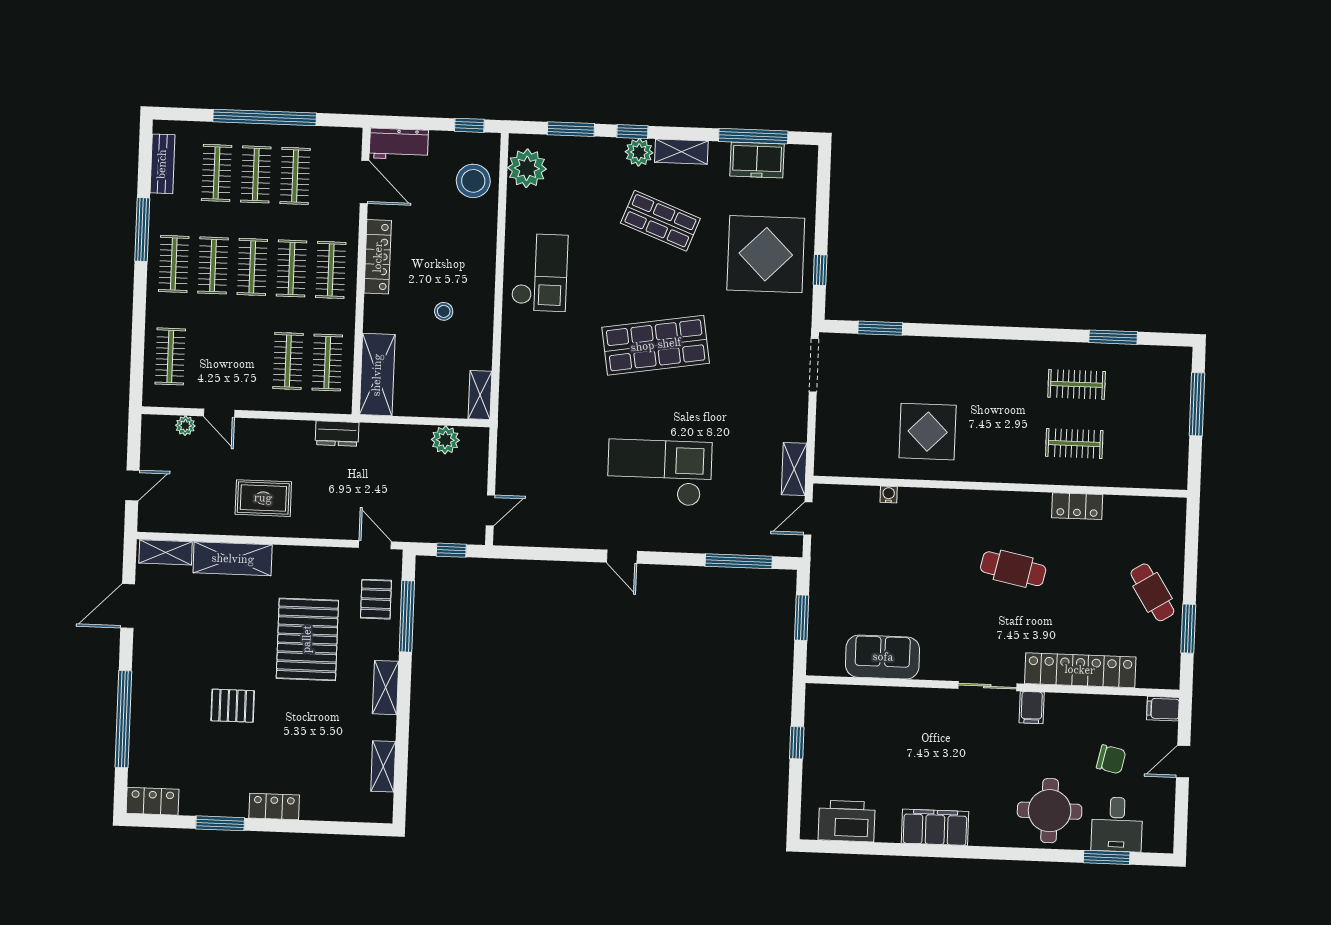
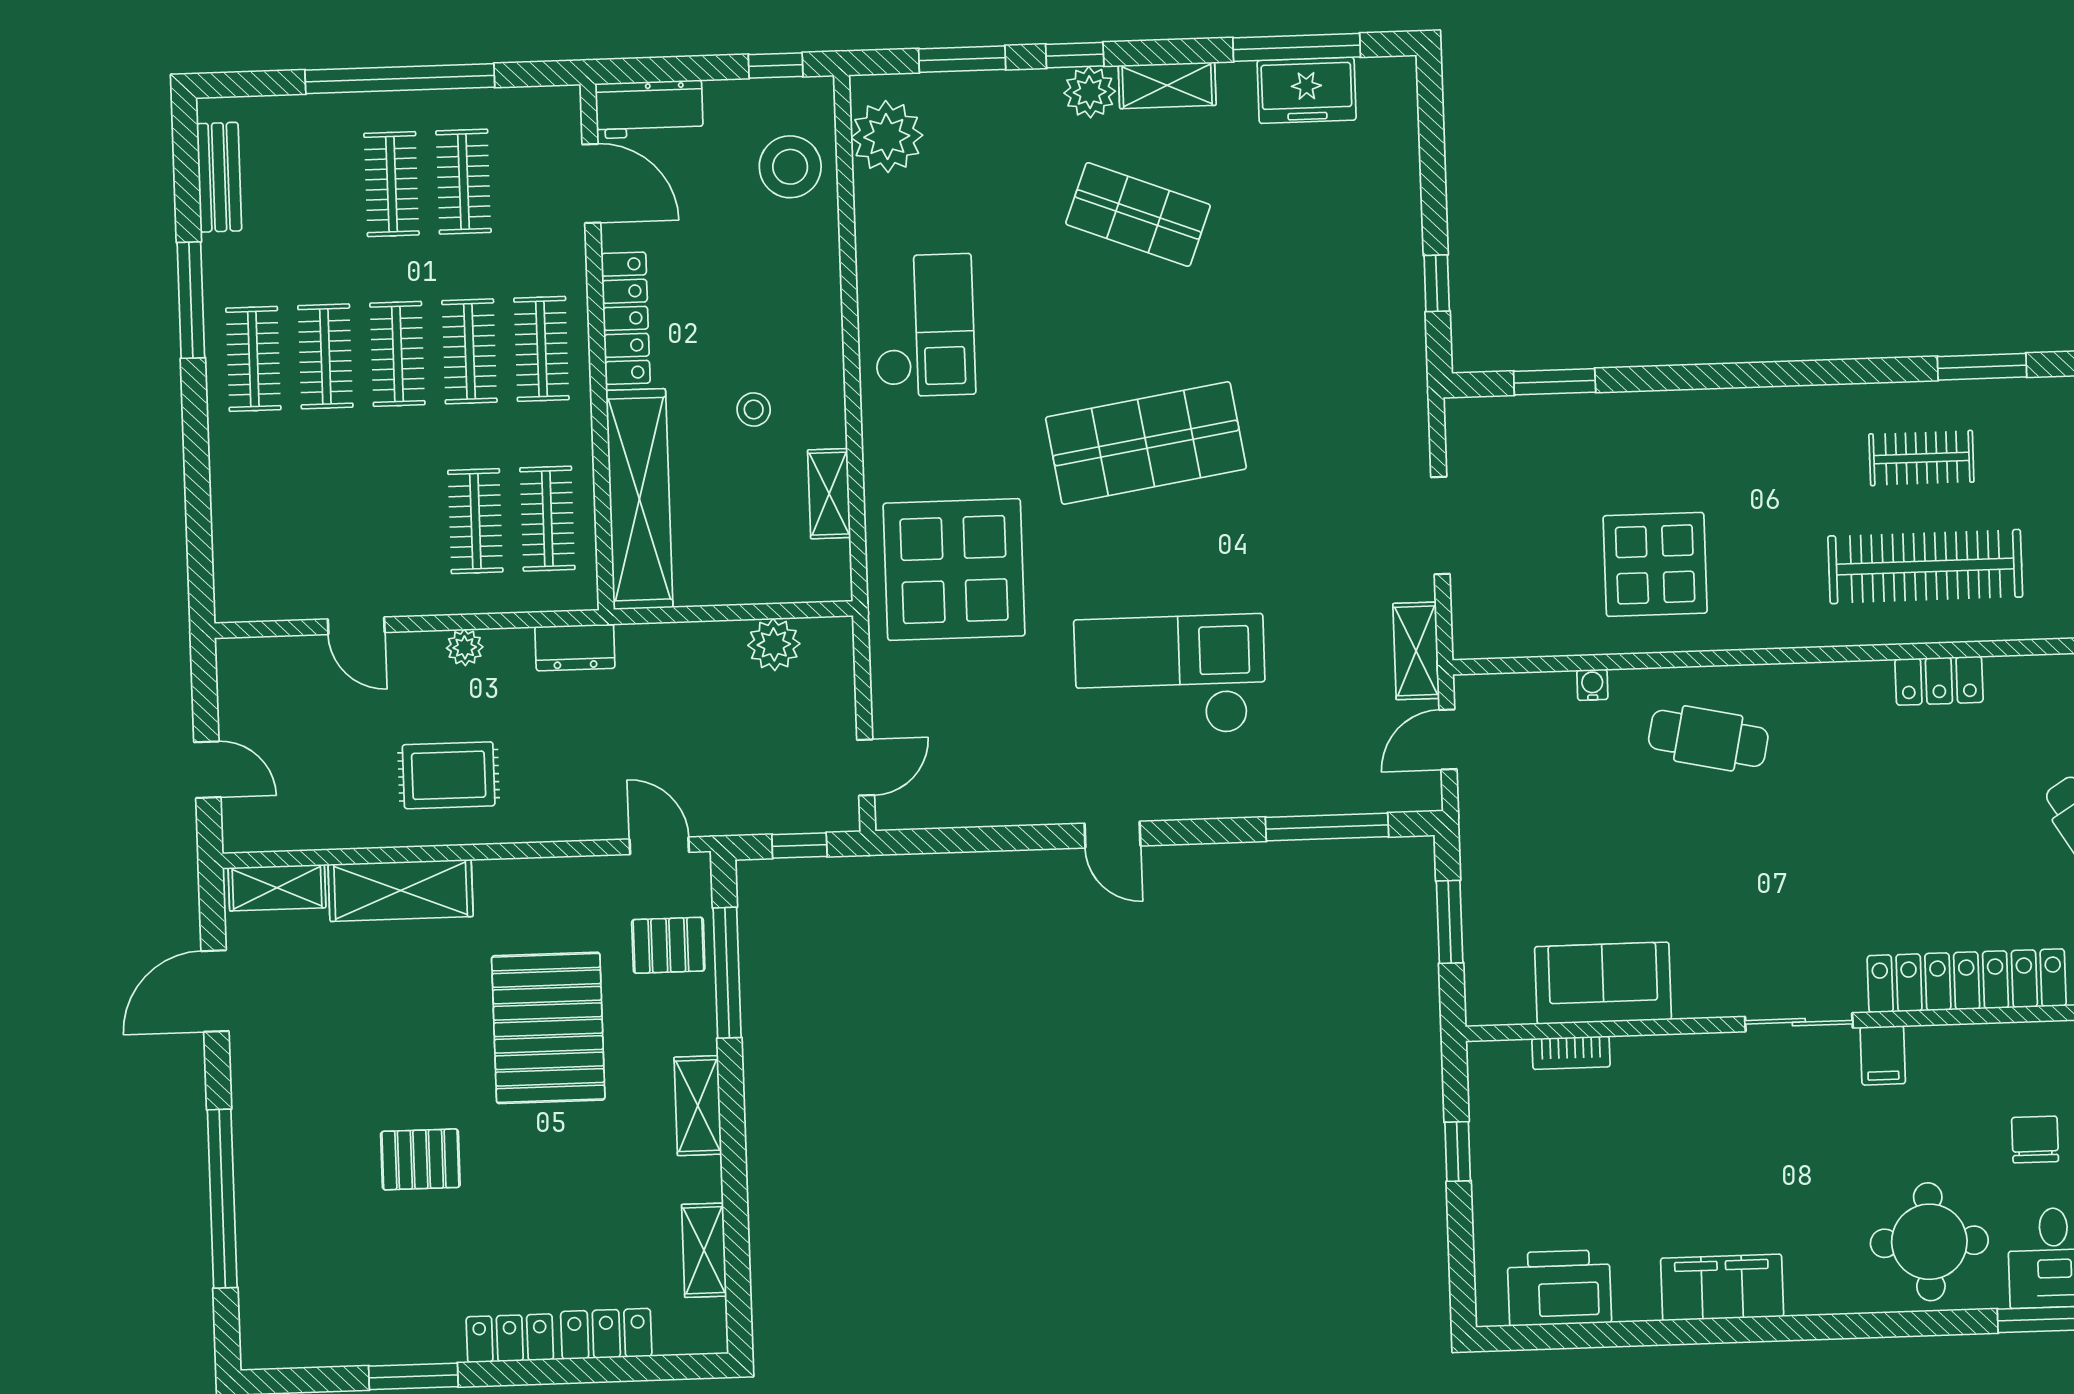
clothes rail: (217, 173) -> (319, 187), removed
display table: (766, 254) -> (954, 570), moved
clothes rail: (170, 356) -> (259, 529), removed
doorway: (814, 365) -> (1440, 526), moved
shelving: (377, 375) -> (639, 499), width x1.47
shelving: (480, 395) -> (829, 494), moved
plant: (185, 426) -> (465, 647), moved
clothes rail: (1074, 443) -> (1925, 567), width x1.86, depth x1.31
door: (132, 485) -> (207, 770), hinge flipped
cafe table: (1013, 569) -> (1708, 738), moved
pallet: (376, 599) -> (668, 945), turned 90
bookcase: (862, 694) -> (1571, 1053), added
chair: (1111, 759) -> (2035, 1140), turned -102
locker: (153, 801) -> (606, 1334), moved

